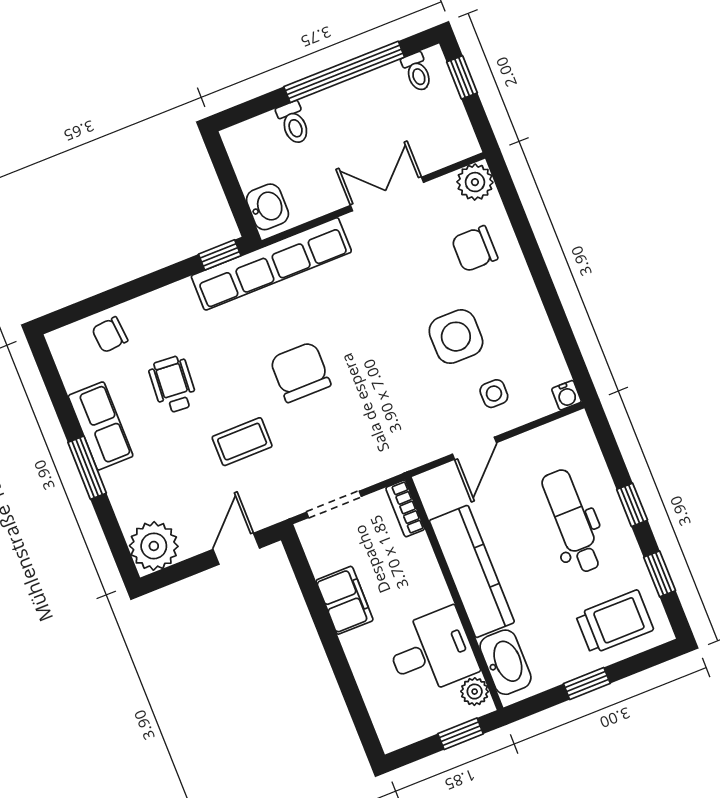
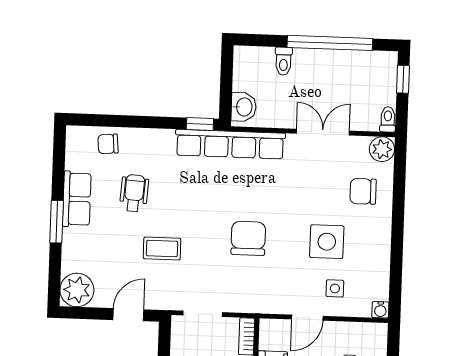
toilet: (417, 72) -> (388, 119), moved, turned 180
chair: (300, 372) -> (248, 238), moved

